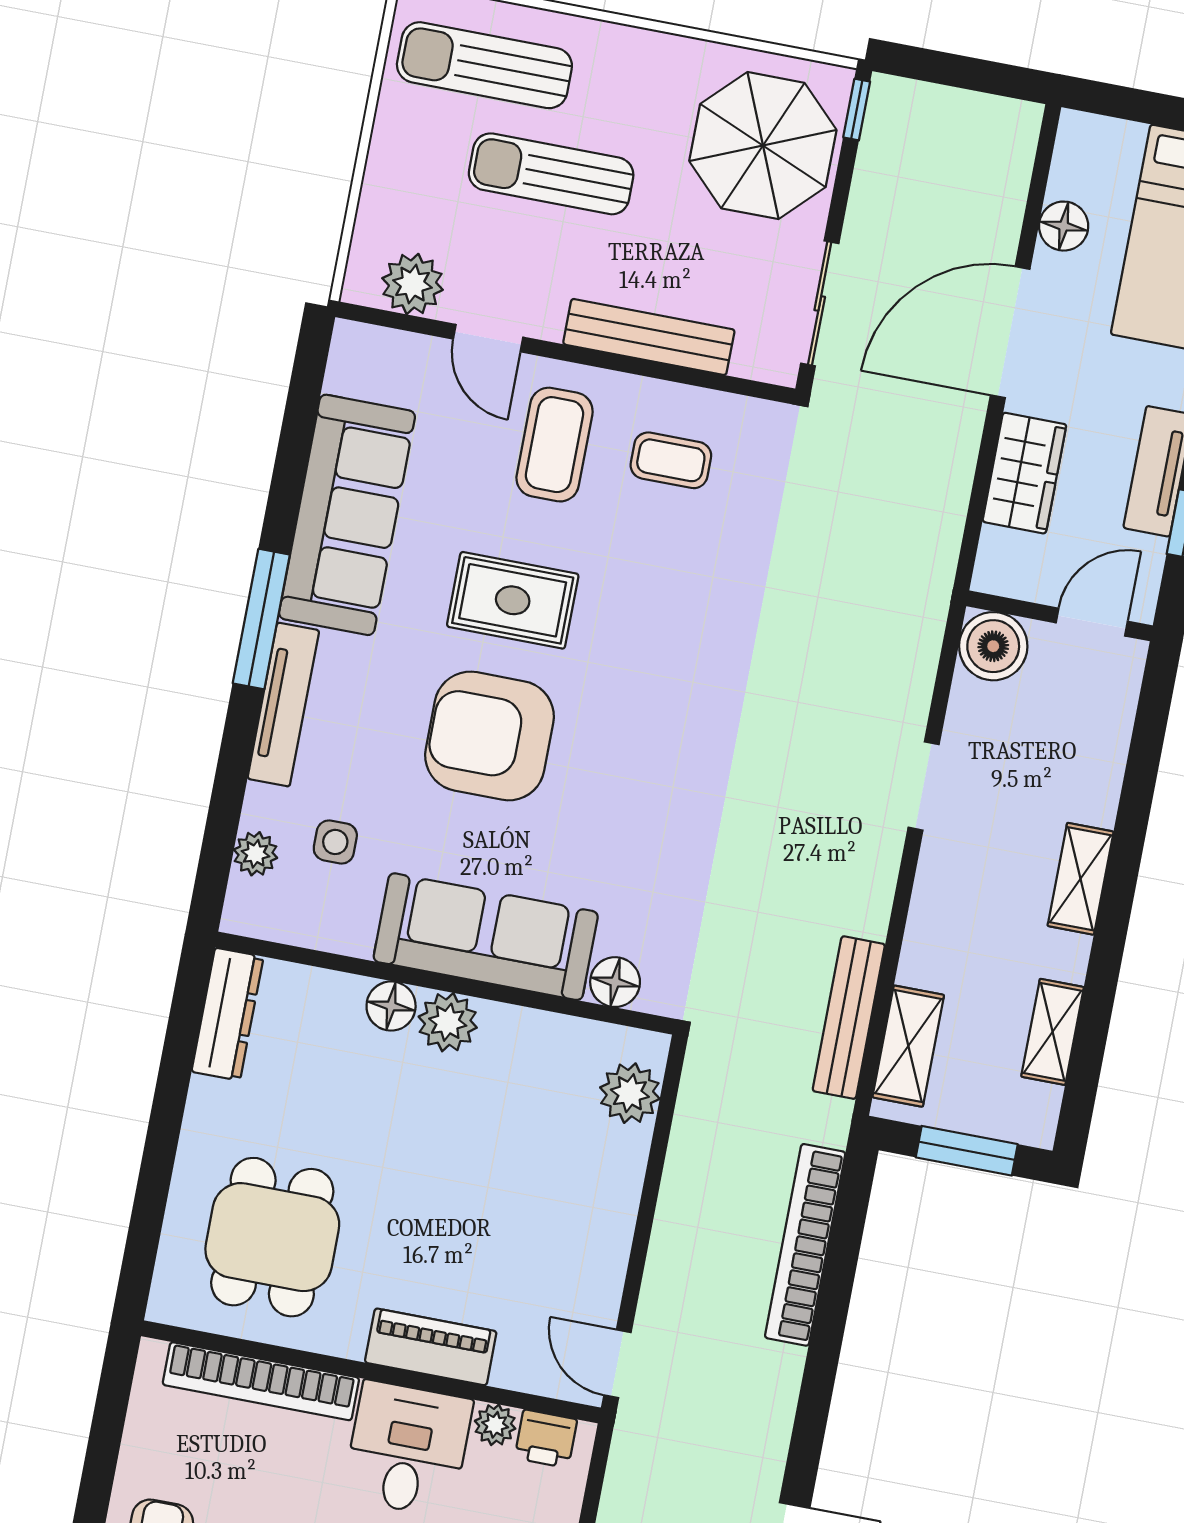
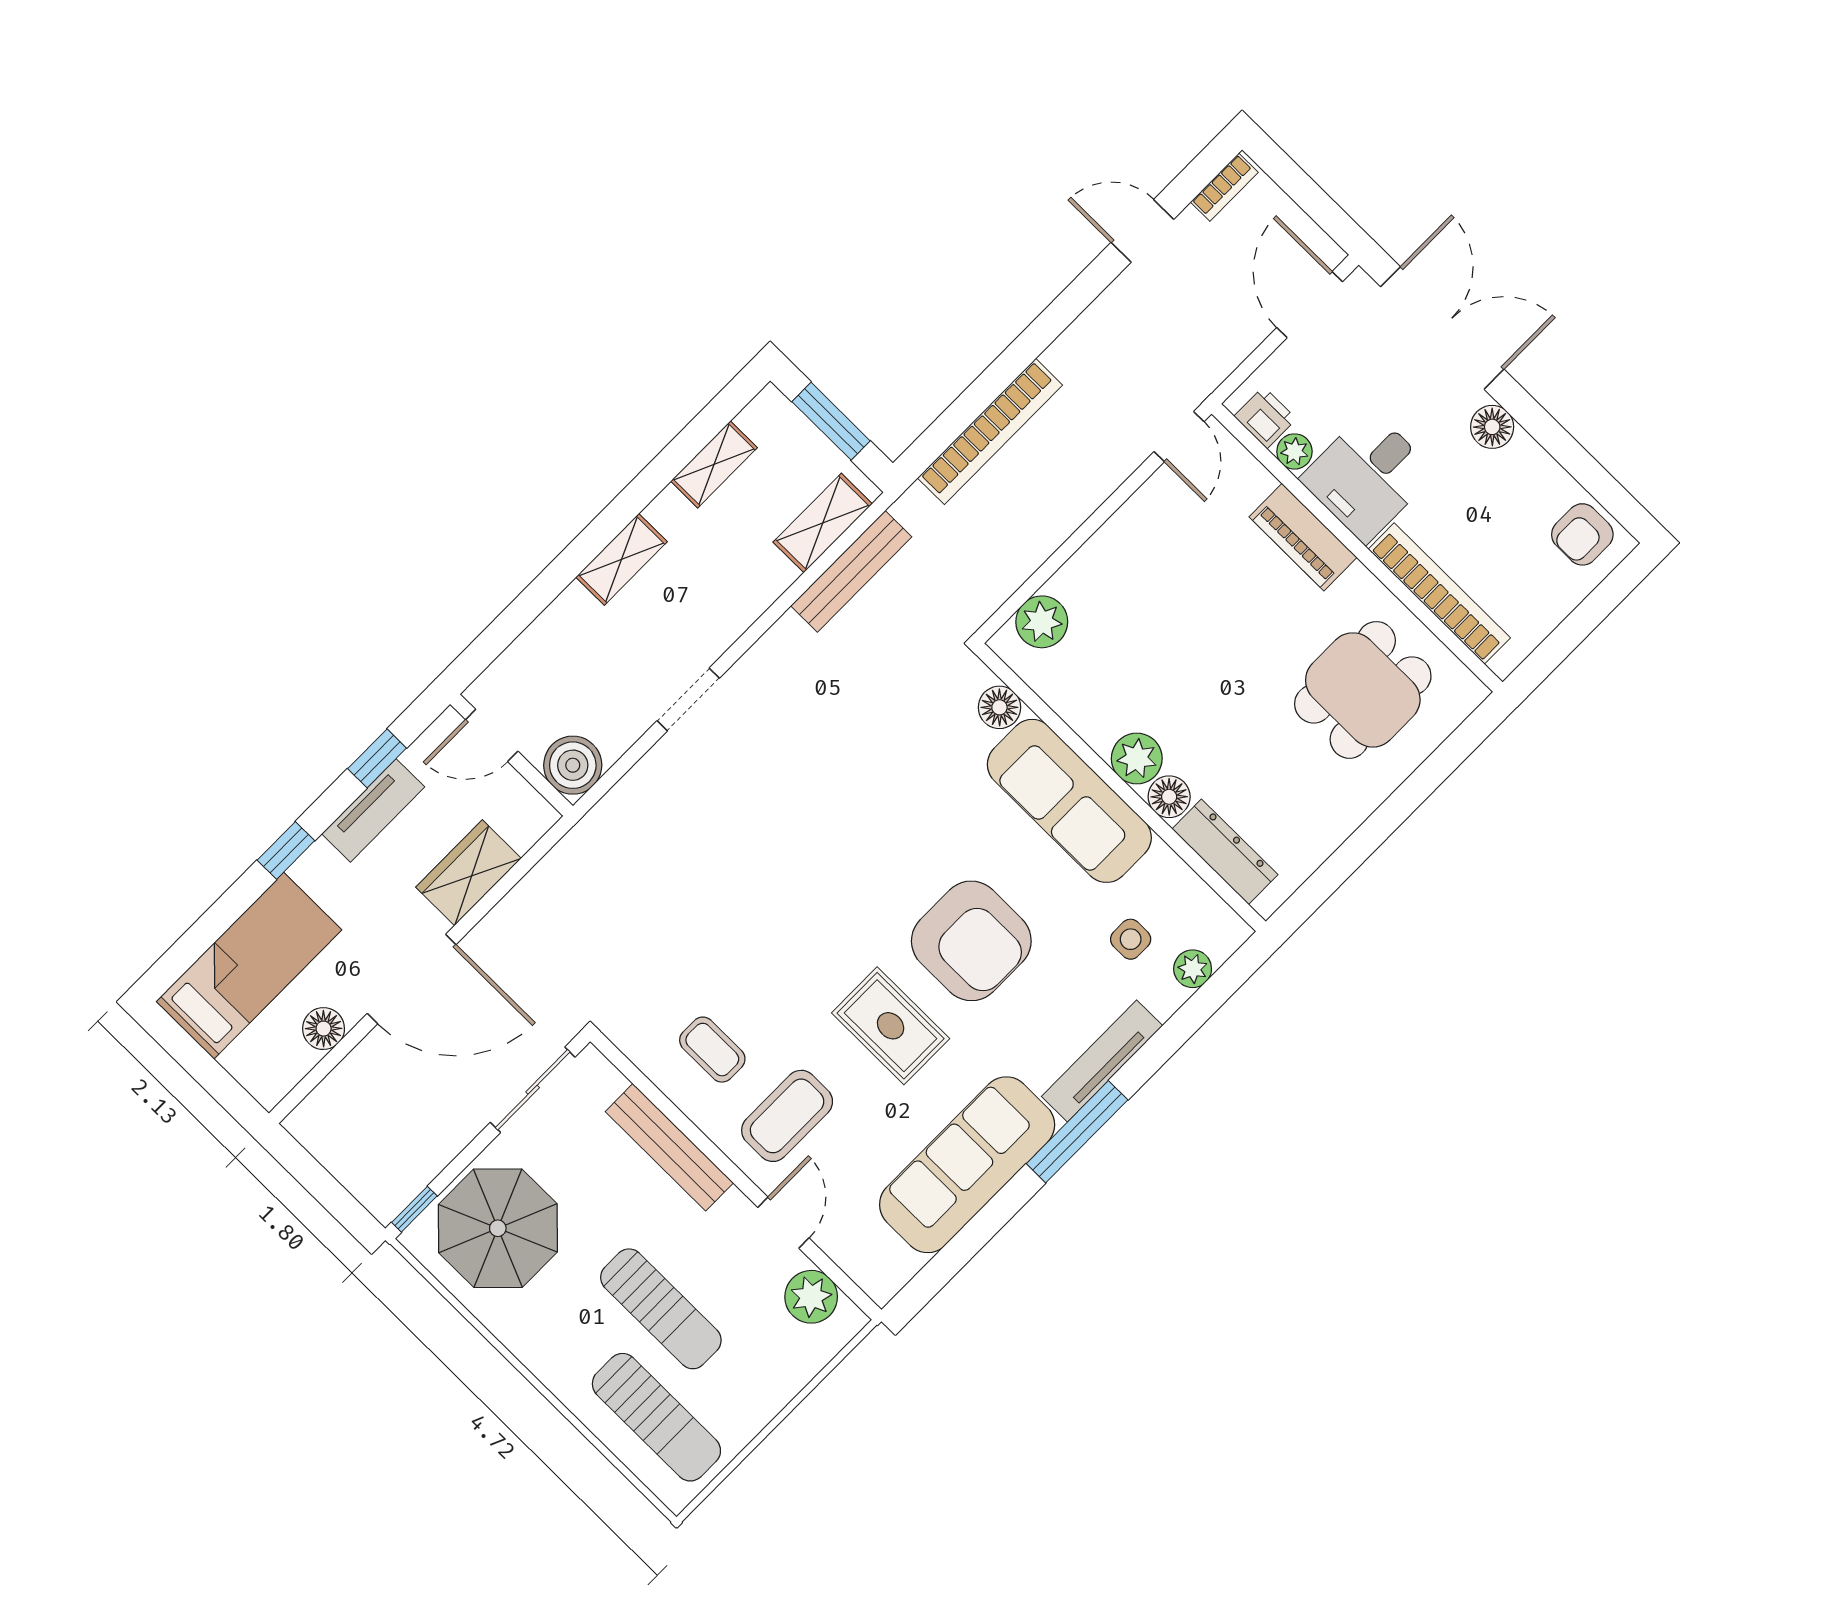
dresser: (228, 1014) -> (1225, 852), moved, turned 90

